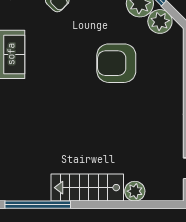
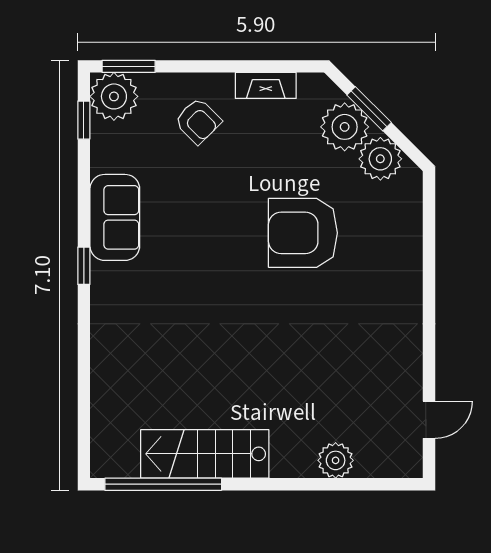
stairs: (87, 188) -> (205, 454), moved

